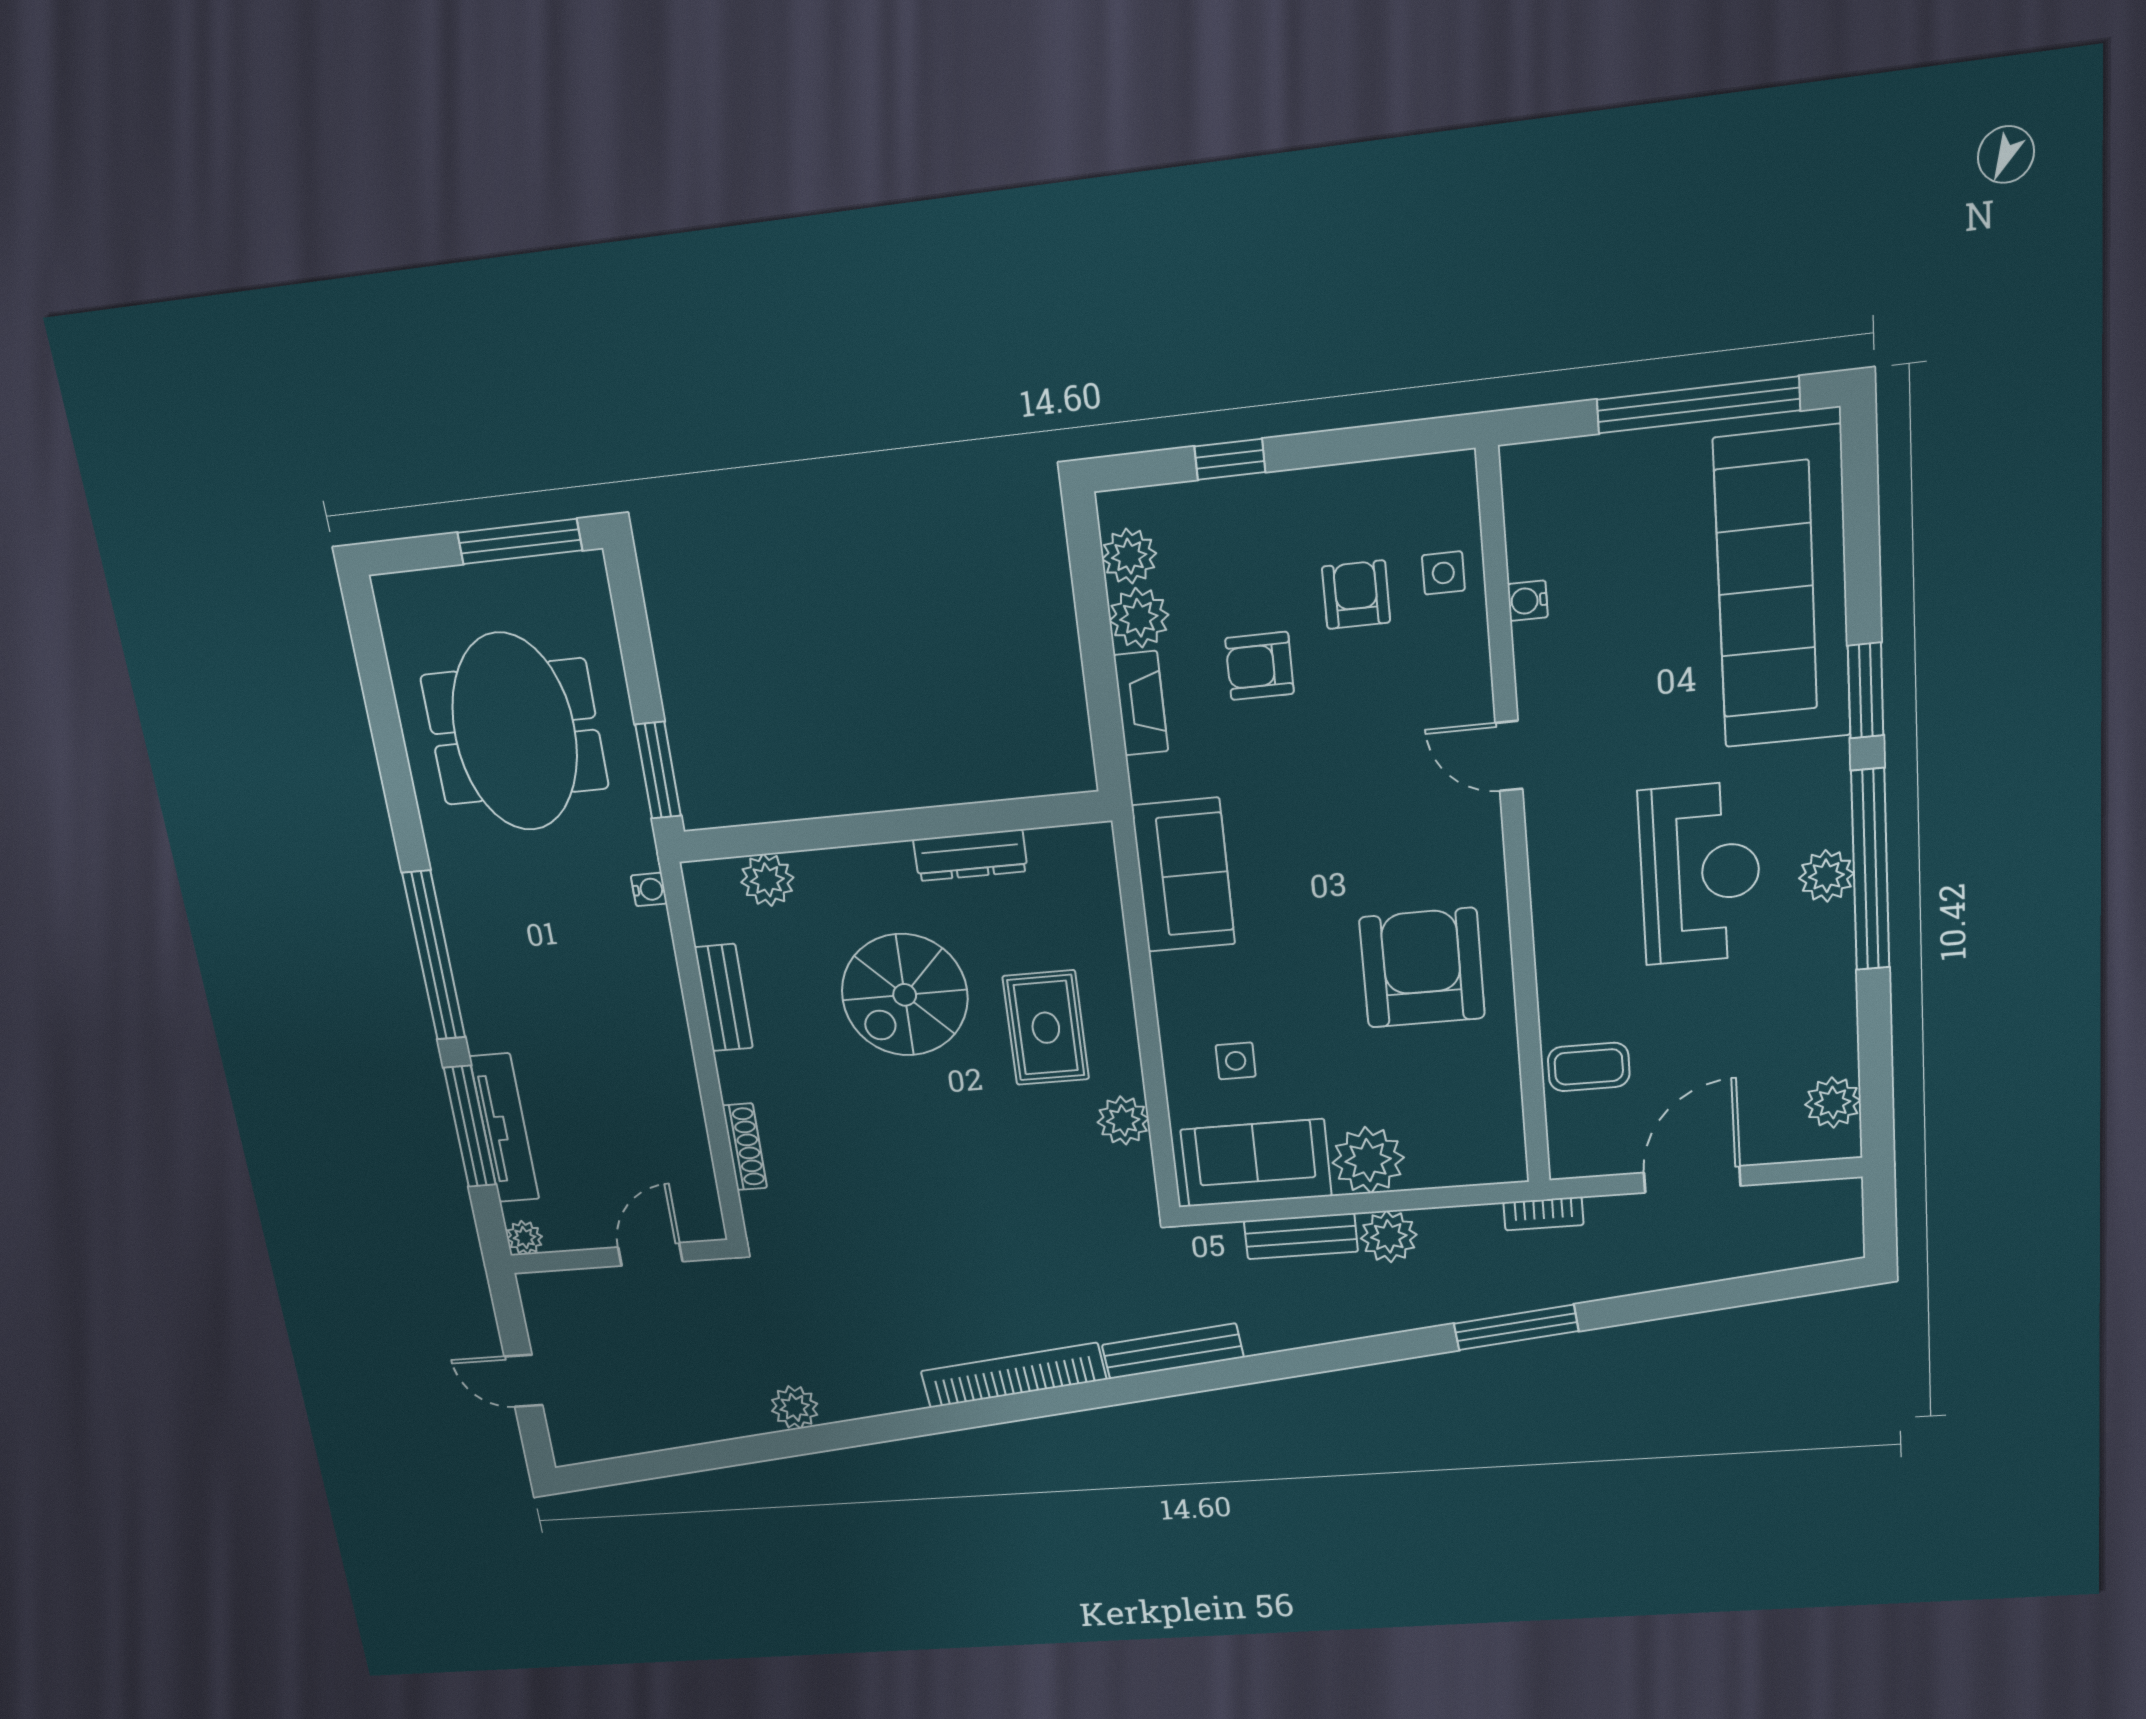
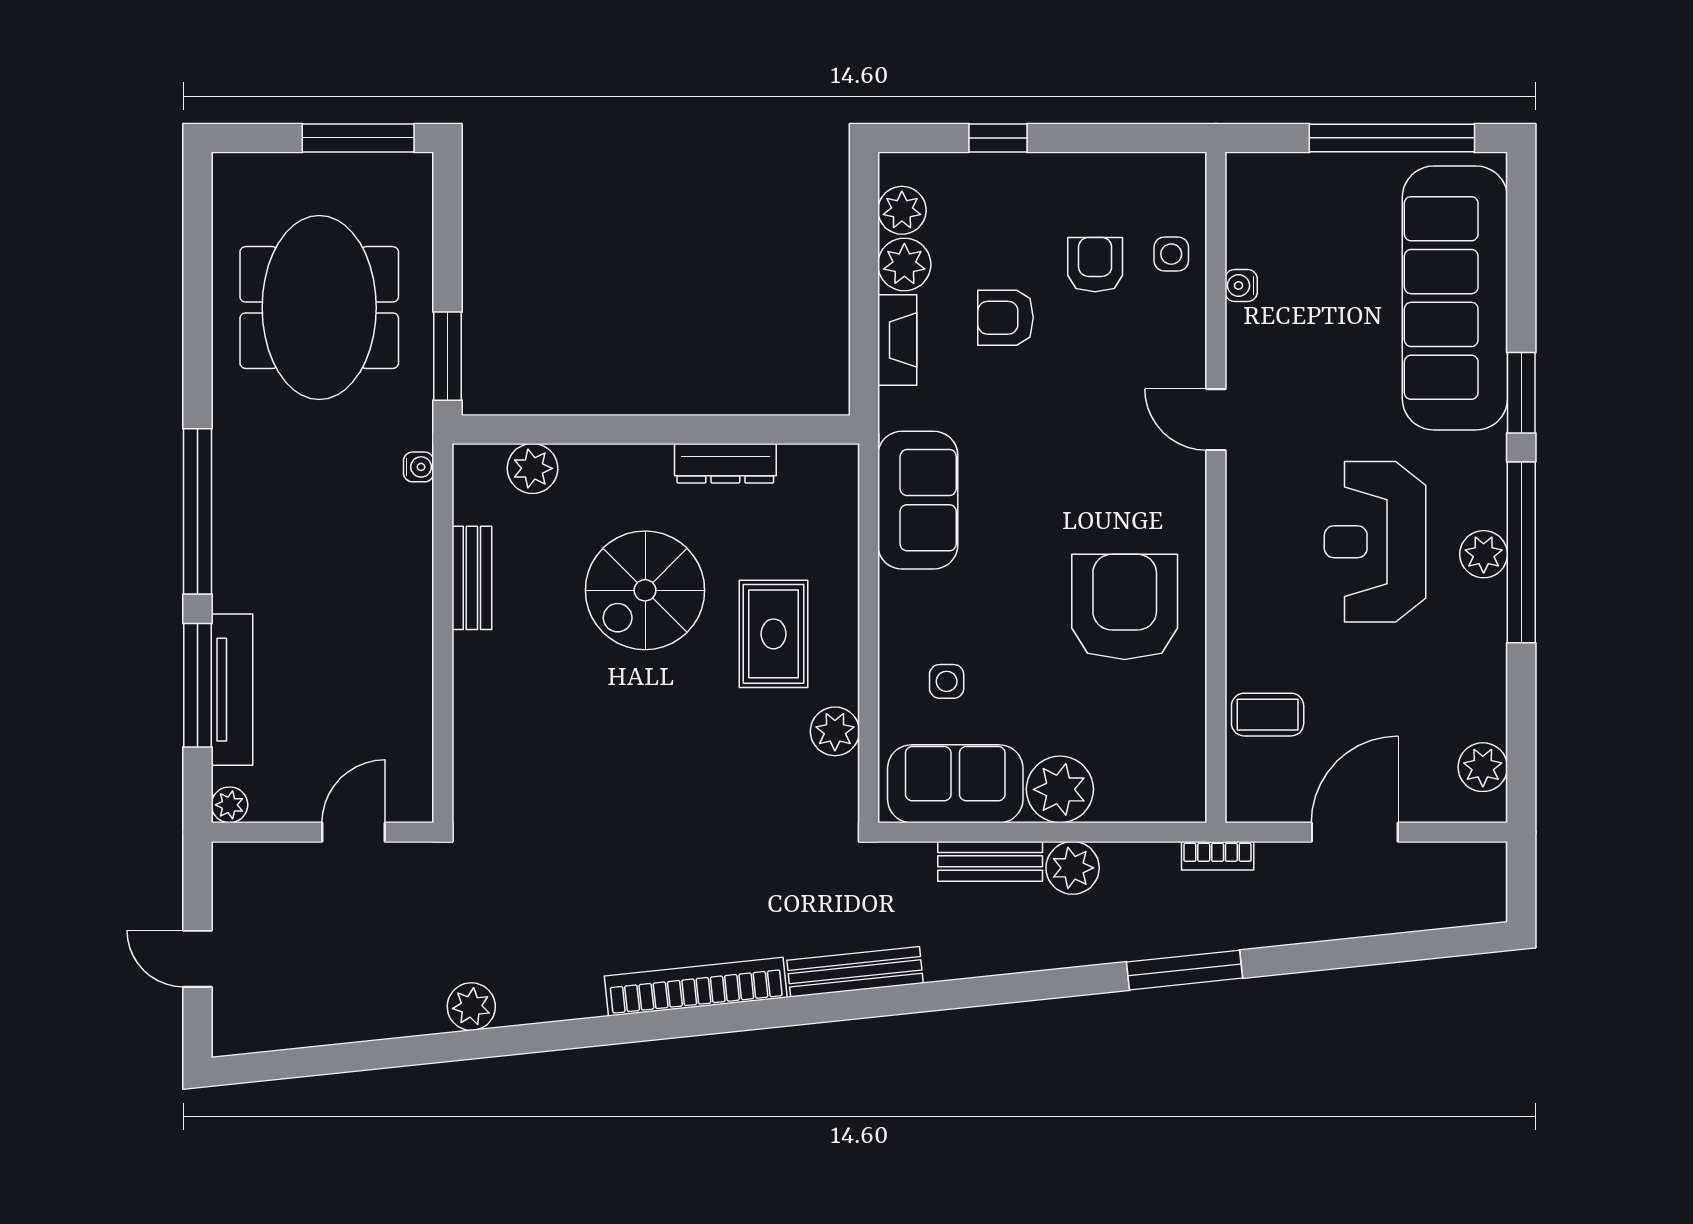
reception desk: (1700, 873) -> (1375, 542), turned 180
shoe rack: (745, 1147) -> (467, 728), removed

